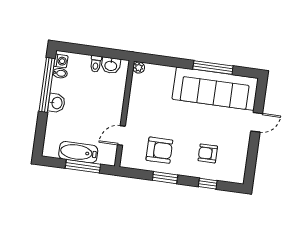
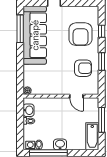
window: (213, 68) -> (20, 29), moved
armchair: (159, 150) -> (83, 68), turned 90
bathtub: (78, 152) -> (92, 136), moved
armchair: (208, 153) -> (81, 34), width x1.88, depth x1.88

